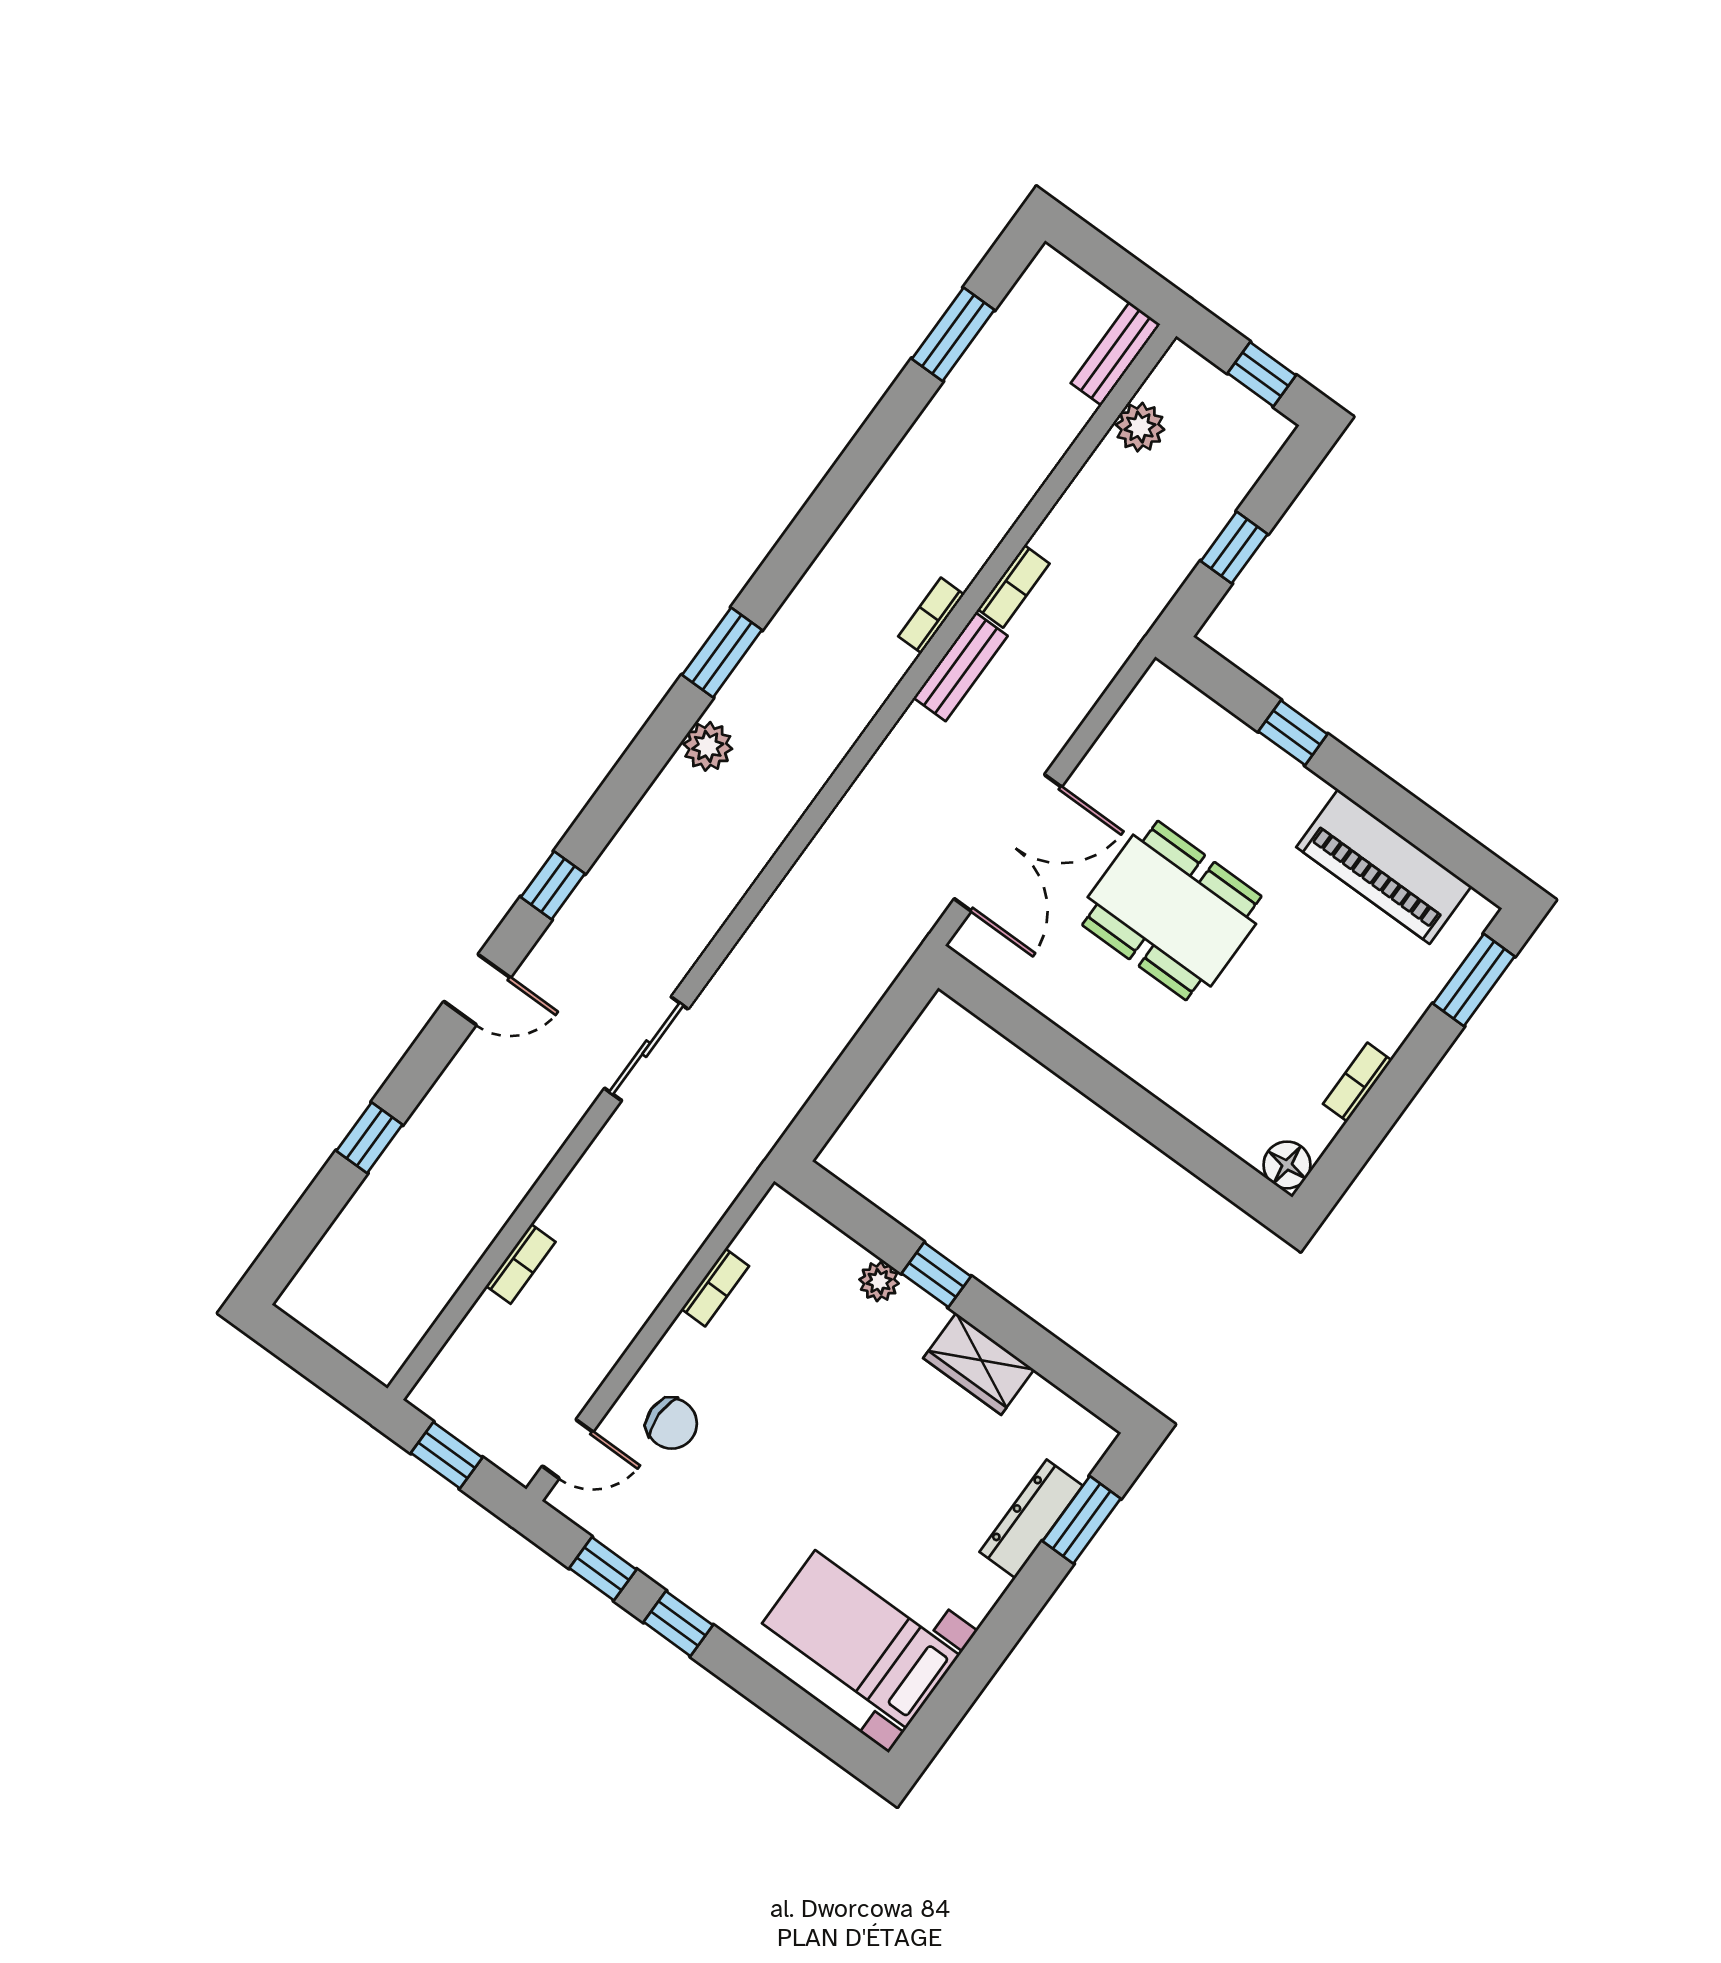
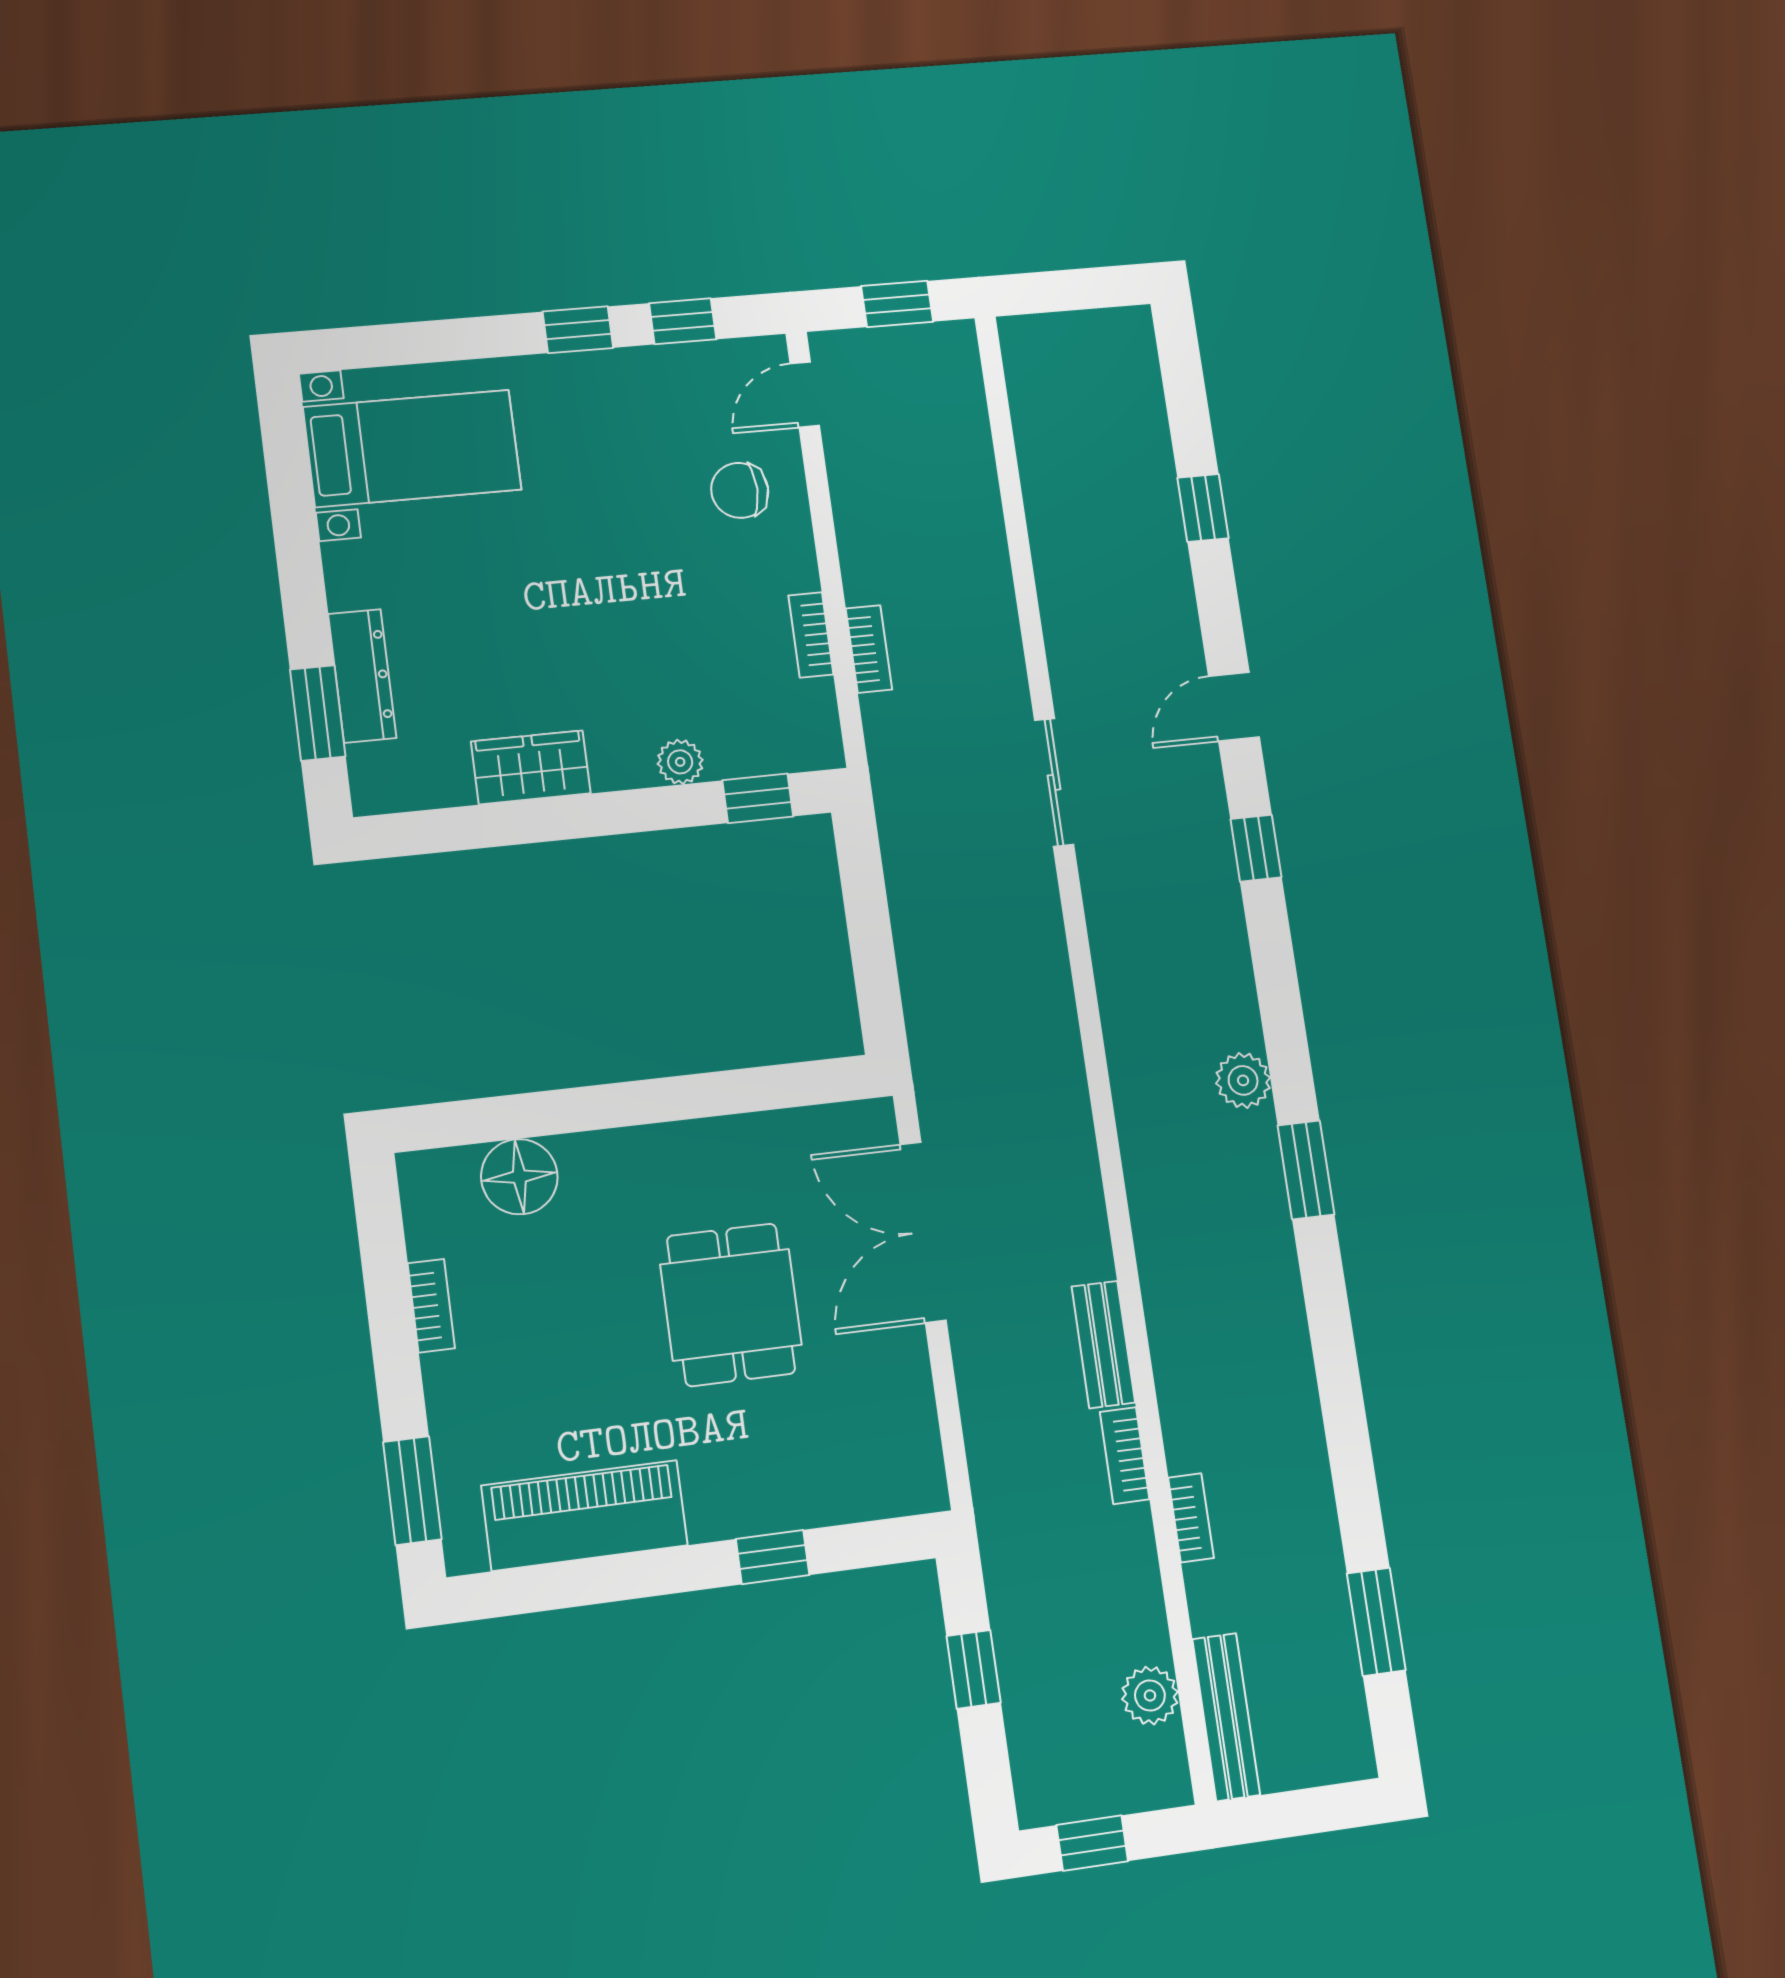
bench: (1116, 354) -> (1226, 1717), width x1.36
bookcase: (931, 615) -> (1191, 1518), moved
dining table: (1172, 911) -> (731, 1305), width x0.73
floor lamp: (1287, 1165) -> (519, 1177), moved, width x1.38, depth x1.38
bookcase: (521, 1264) -> (869, 649), moved, turned 180
window: (936, 1275) -> (758, 798), moved

